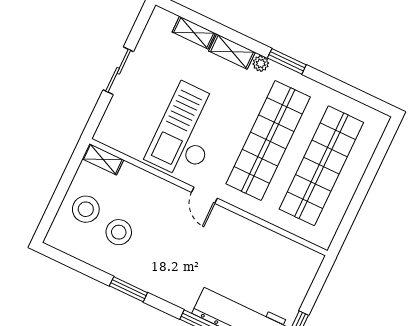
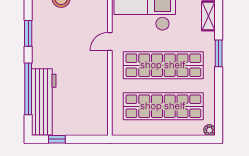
plant: (261, 64) -> (209, 130), moved
window: (128, 289) -> (28, 33), moved

